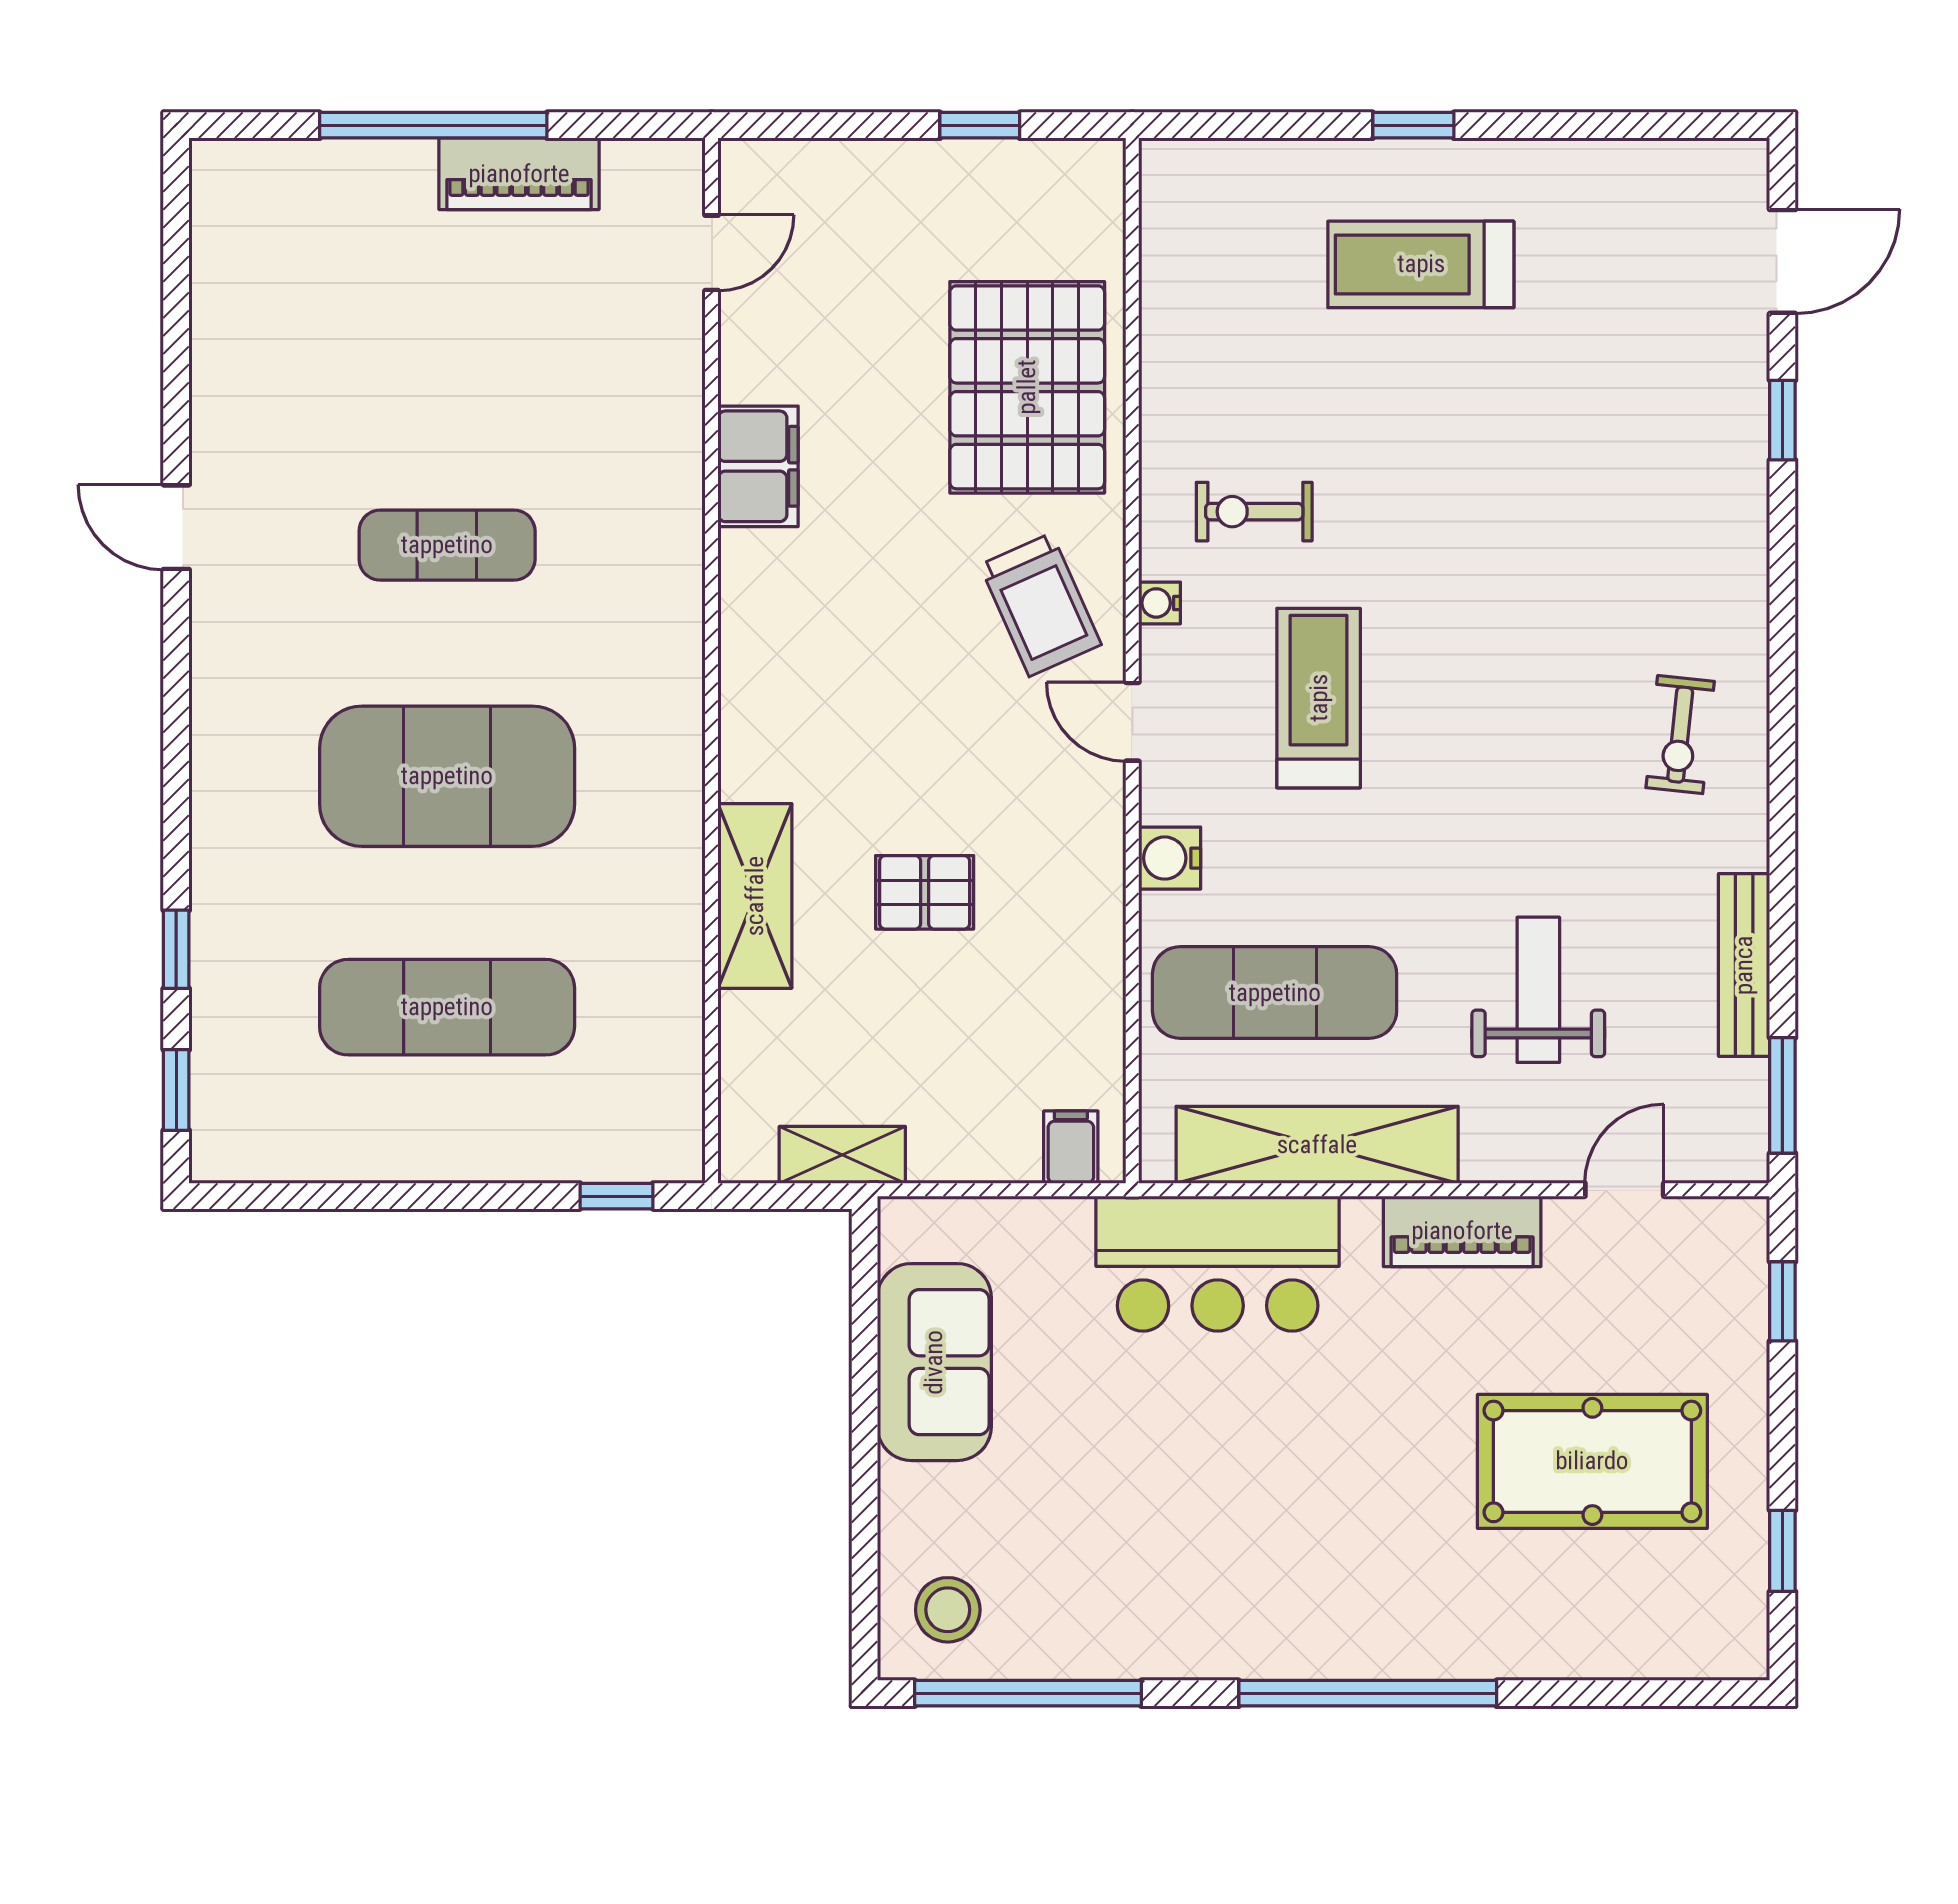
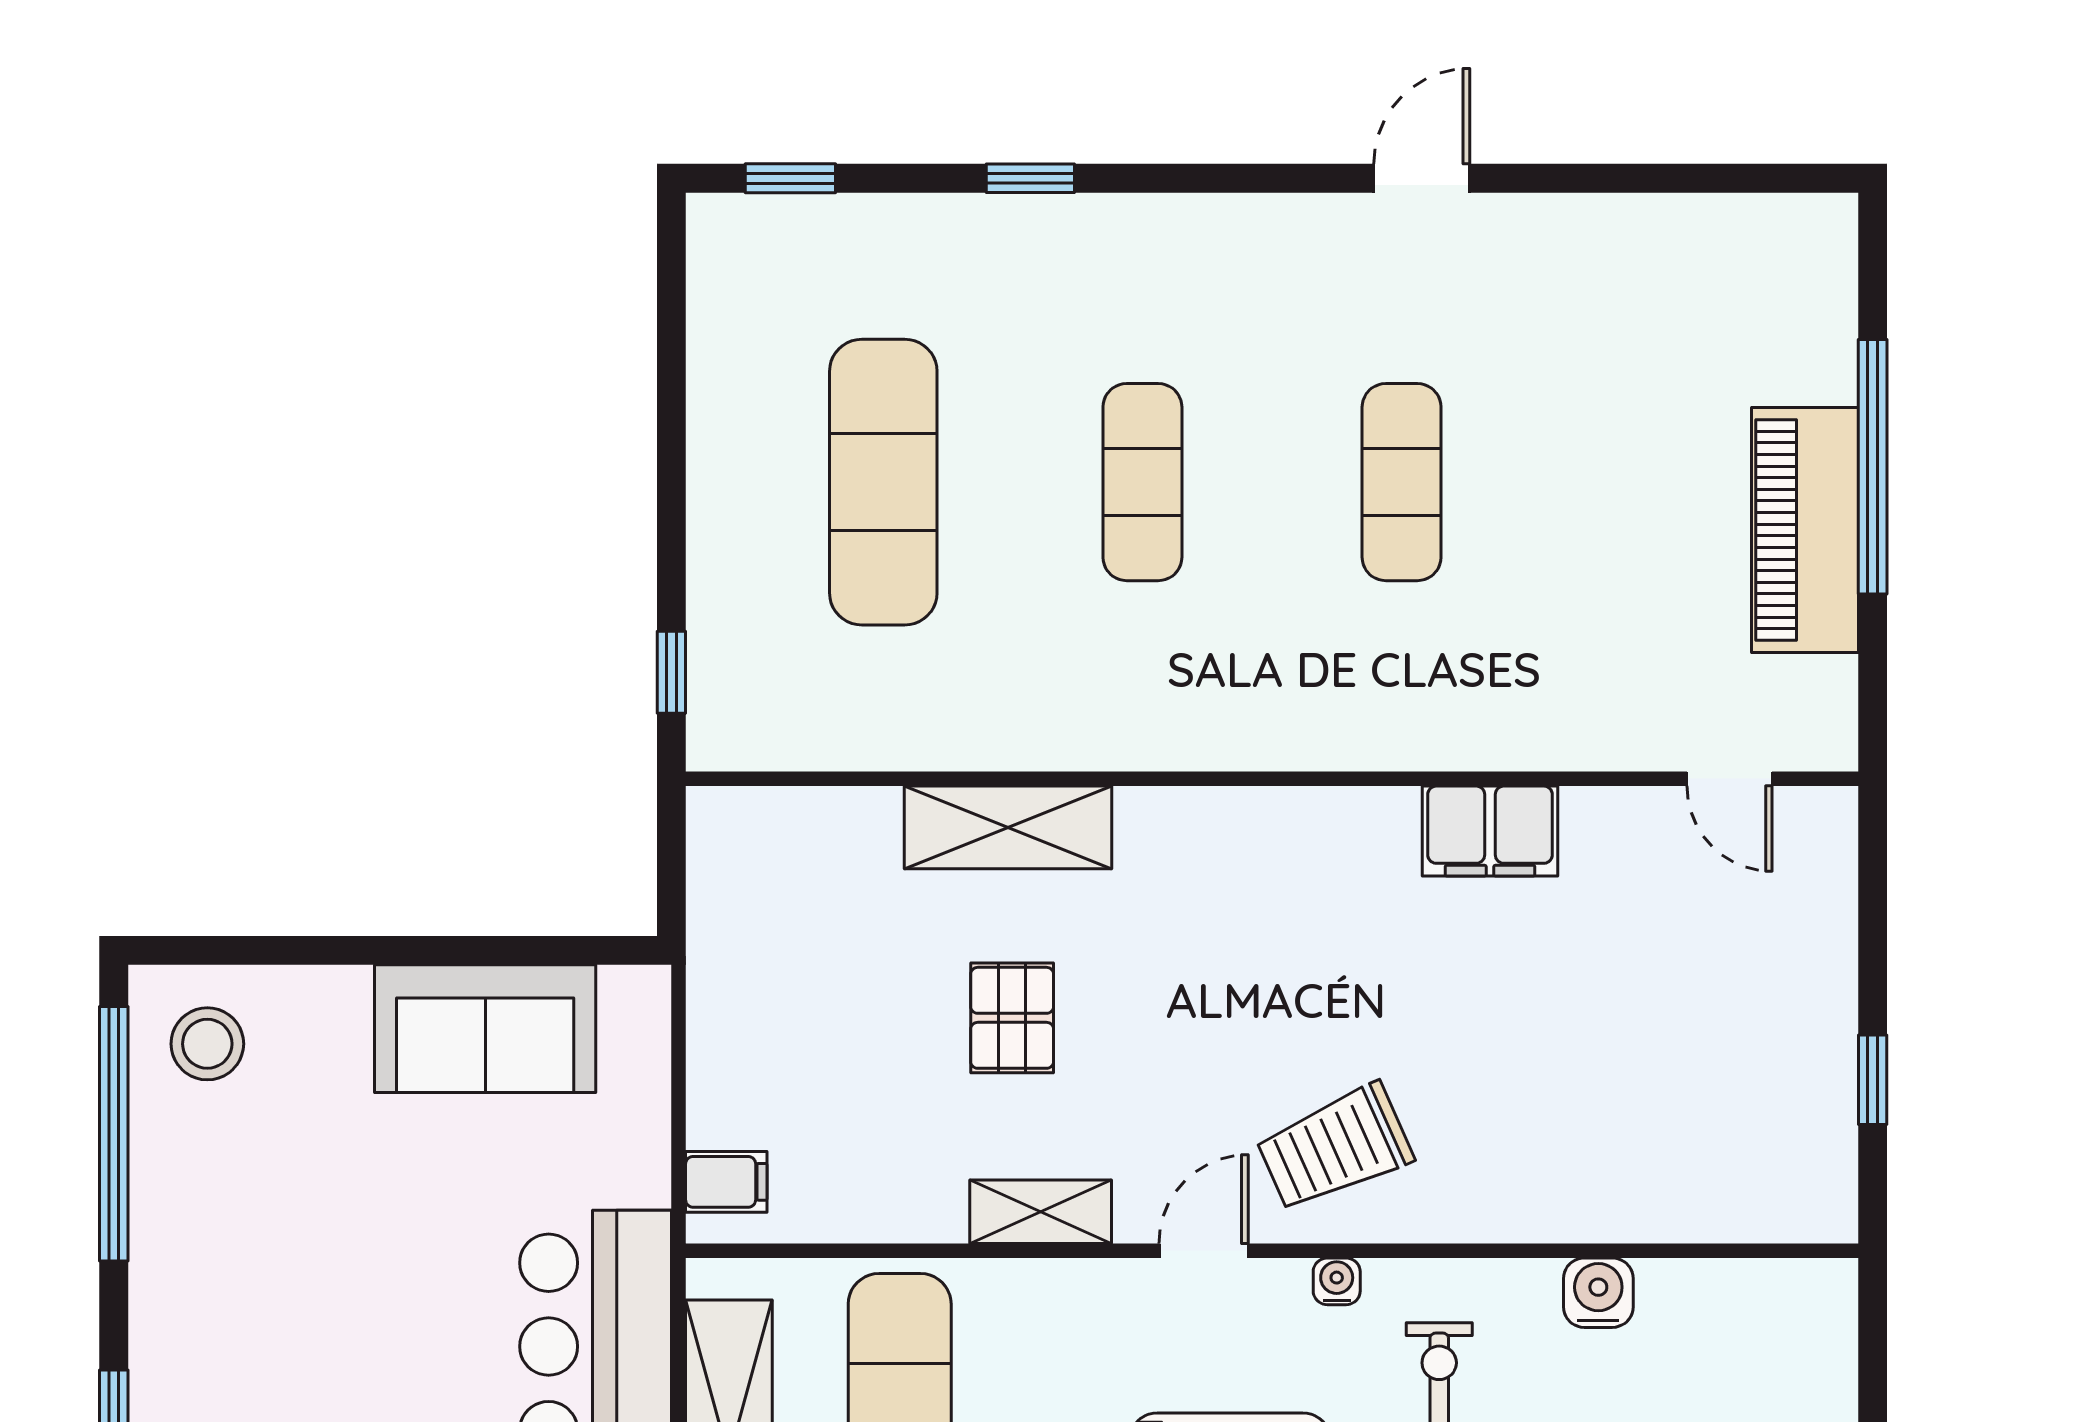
piano: (519, 174) -> (1805, 530), width x1.37, depth x1.33
pallet: (1027, 387) -> (1579, 1133), removed
exercise mat: (447, 776) -> (1142, 482), width x0.50, depth x0.69
water cooler: (1170, 858) -> (1598, 1293), moved
window: (176, 949) -> (1030, 178), moved
shelving: (842, 1155) -> (1041, 1212), moved, turned 90

